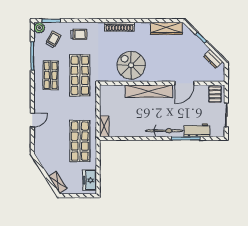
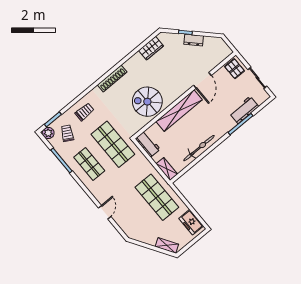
wardrobe: (166, 28) -> (151, 48), width x0.67
dresser: (213, 59) -> (194, 40), moved
workbench: (106, 96) -> (148, 144), added
bicycle: (164, 131) -> (199, 148), moved

